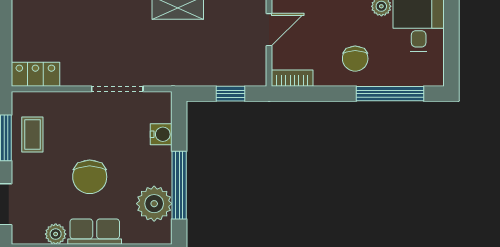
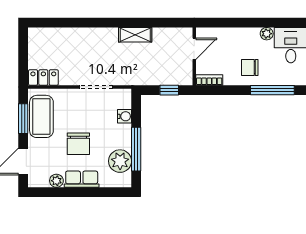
chair: (355, 59) -> (250, 67), turned 90
coffee table: (32, 134) -> (41, 116), width x1.86, depth x1.72

